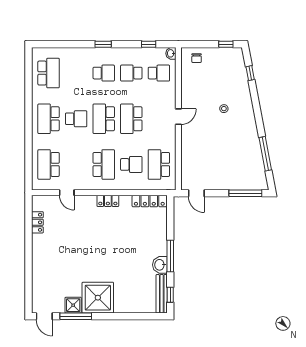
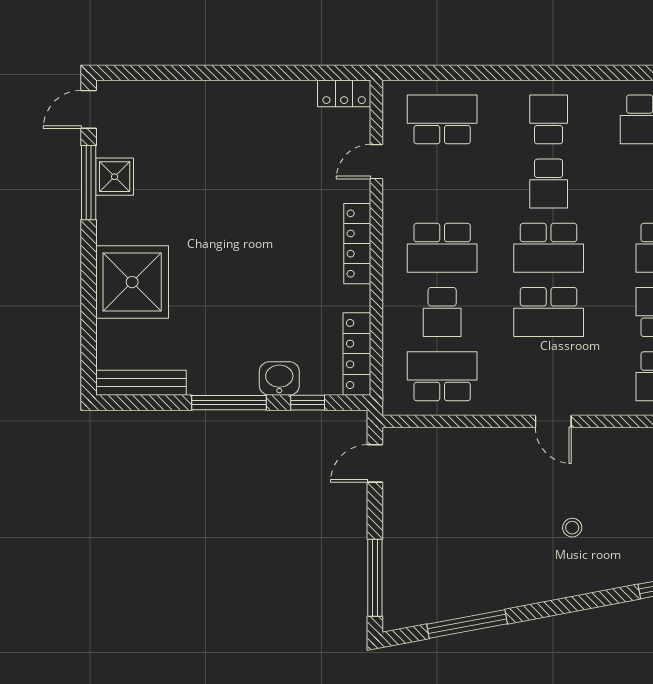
school desk: (49, 119) -> (549, 119), width x0.54
school desk: (104, 119) -> (549, 248), turned 180
school desk: (131, 119) -> (549, 312), turned 180
locker: (108, 201) -> (357, 244), width x1.53
locker: (37, 222) -> (344, 93), moved
washbasin: (160, 265) -> (279, 378), moved
window: (170, 295) -> (308, 403), moved
shower: (98, 298) -> (132, 282), moved

